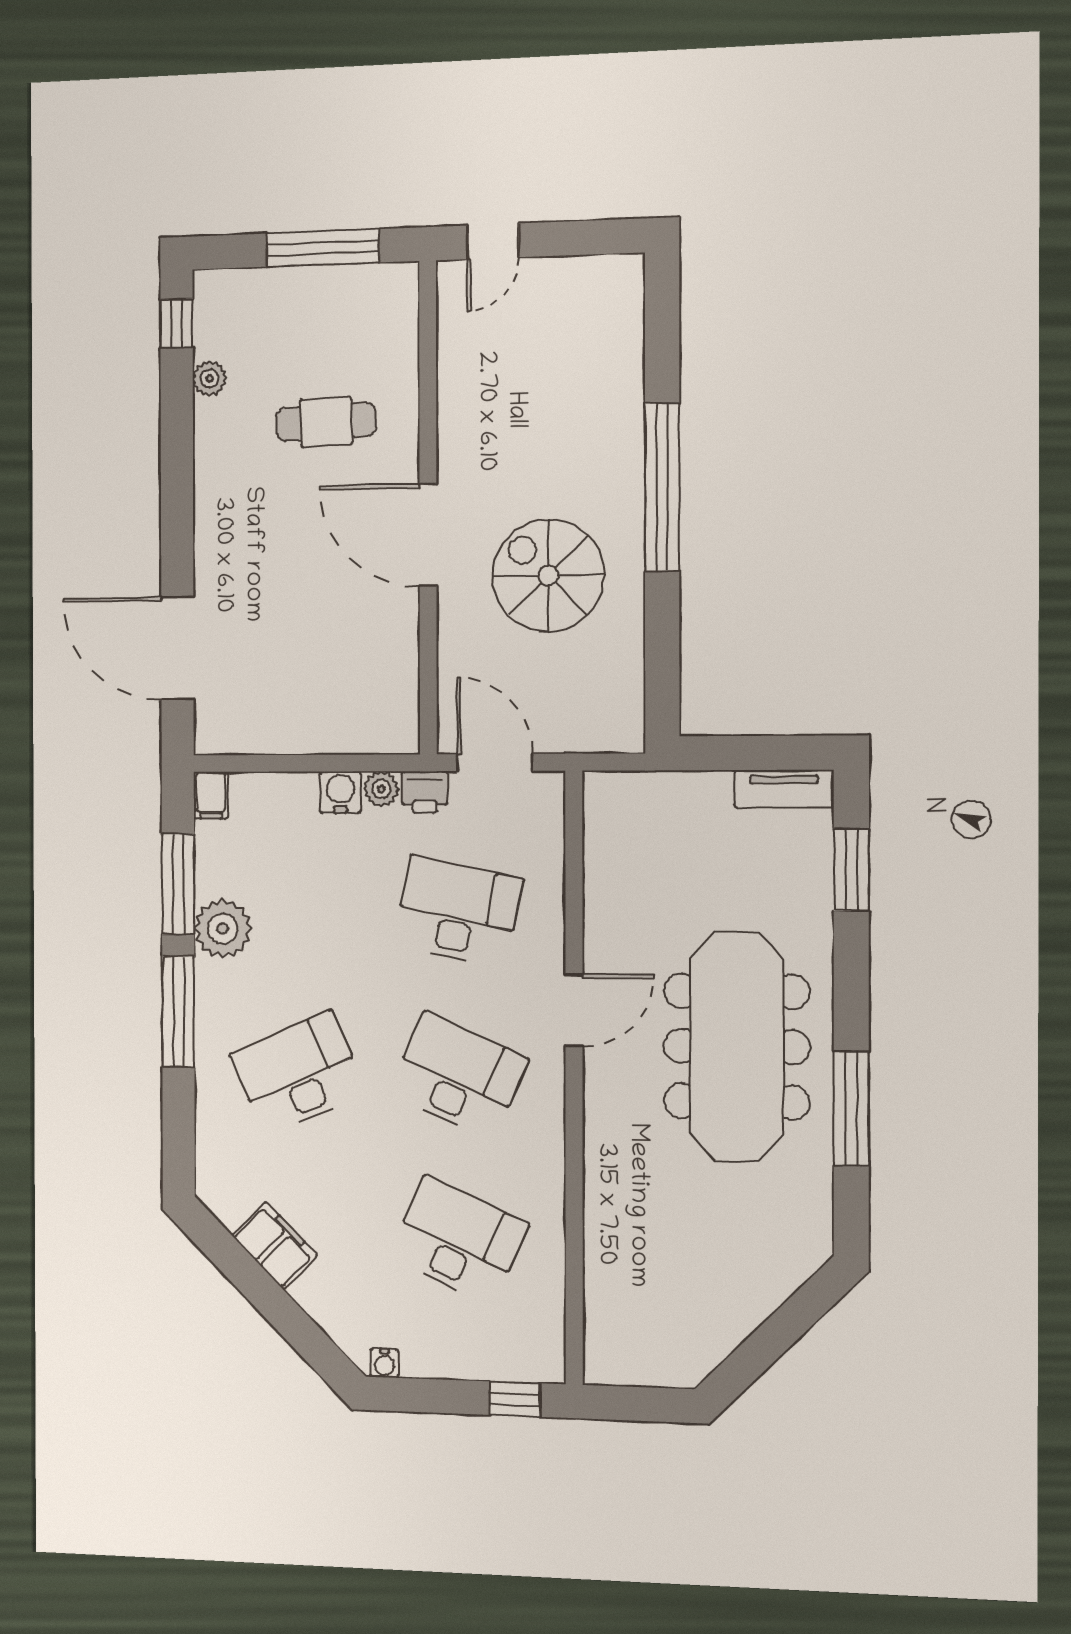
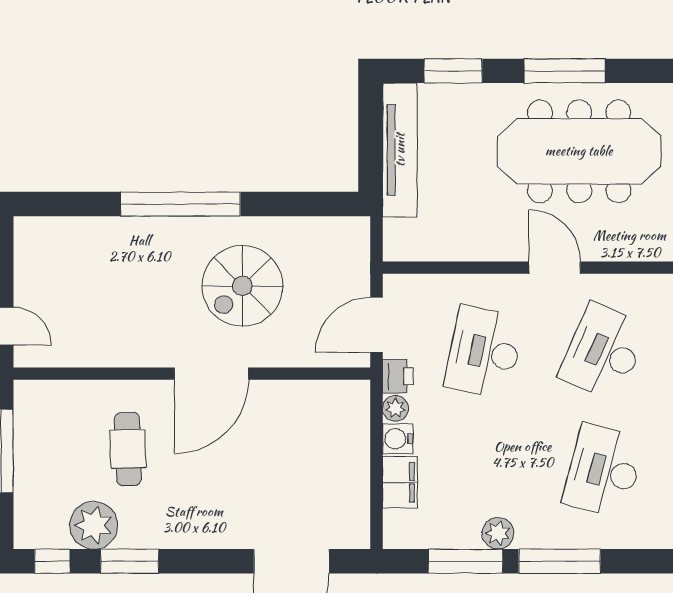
plant: (210, 378) -> (94, 525), width x1.87, depth x1.87
window: (177, 428) -> (130, 561), added
tv unit: (784, 789) -> (400, 150), width x1.92, depth x1.29
filing cabinet: (211, 795) -> (400, 482), moved, width x2.00
plant: (223, 929) -> (498, 533), width x0.73, depth x0.73
desk: (298, 1073) -> (604, 471), turned 39
window: (851, 1109) -> (565, 71), moved

